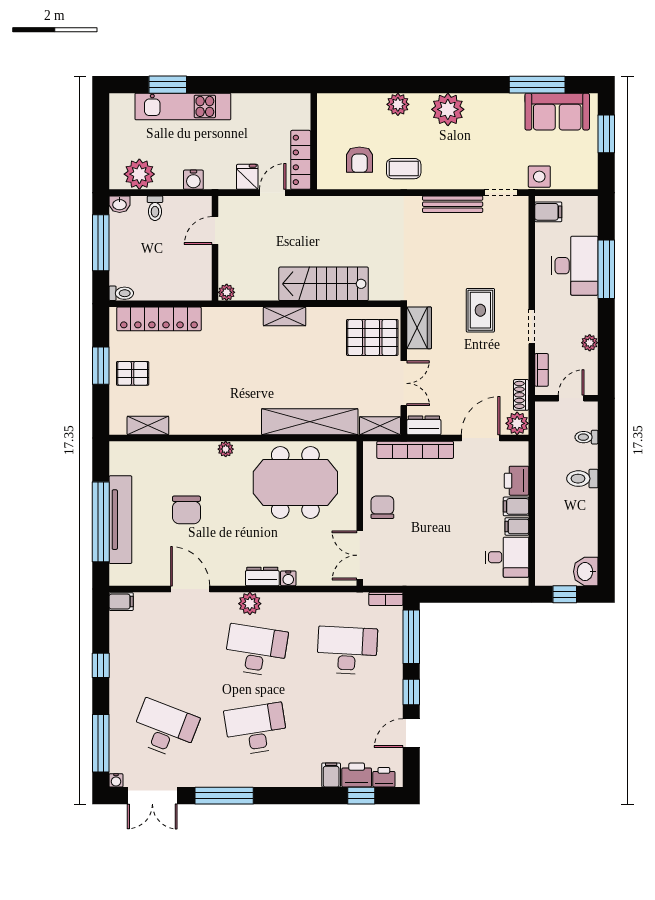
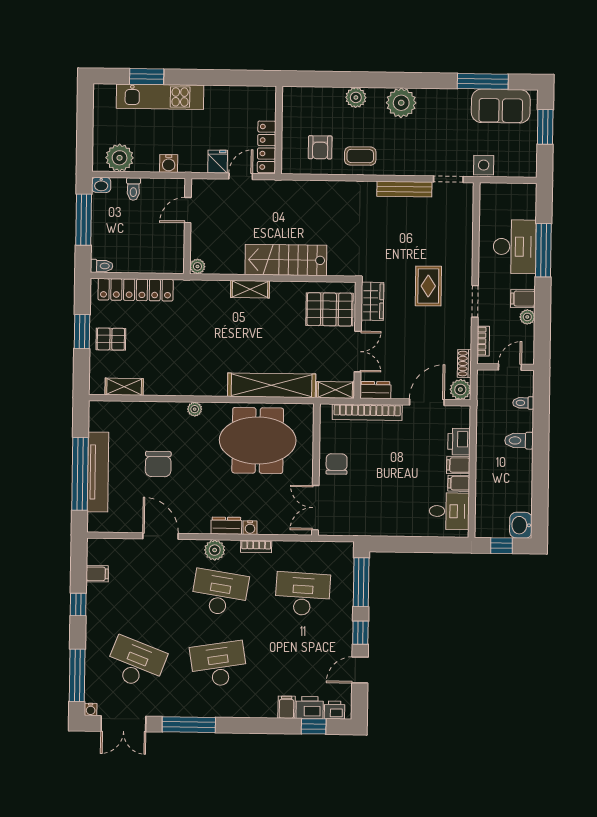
filing cabinet: (548, 212) -> (523, 299), moved, turned 180
bookcase: (386, 599) -> (256, 546), moved
filing cabinet: (121, 602) -> (97, 574), moved

